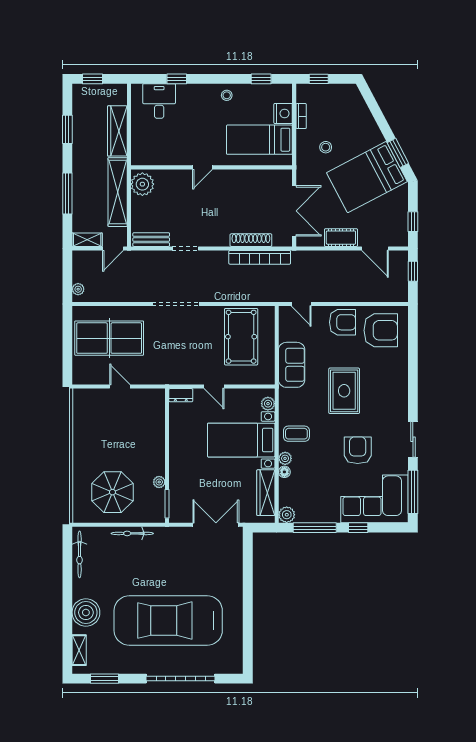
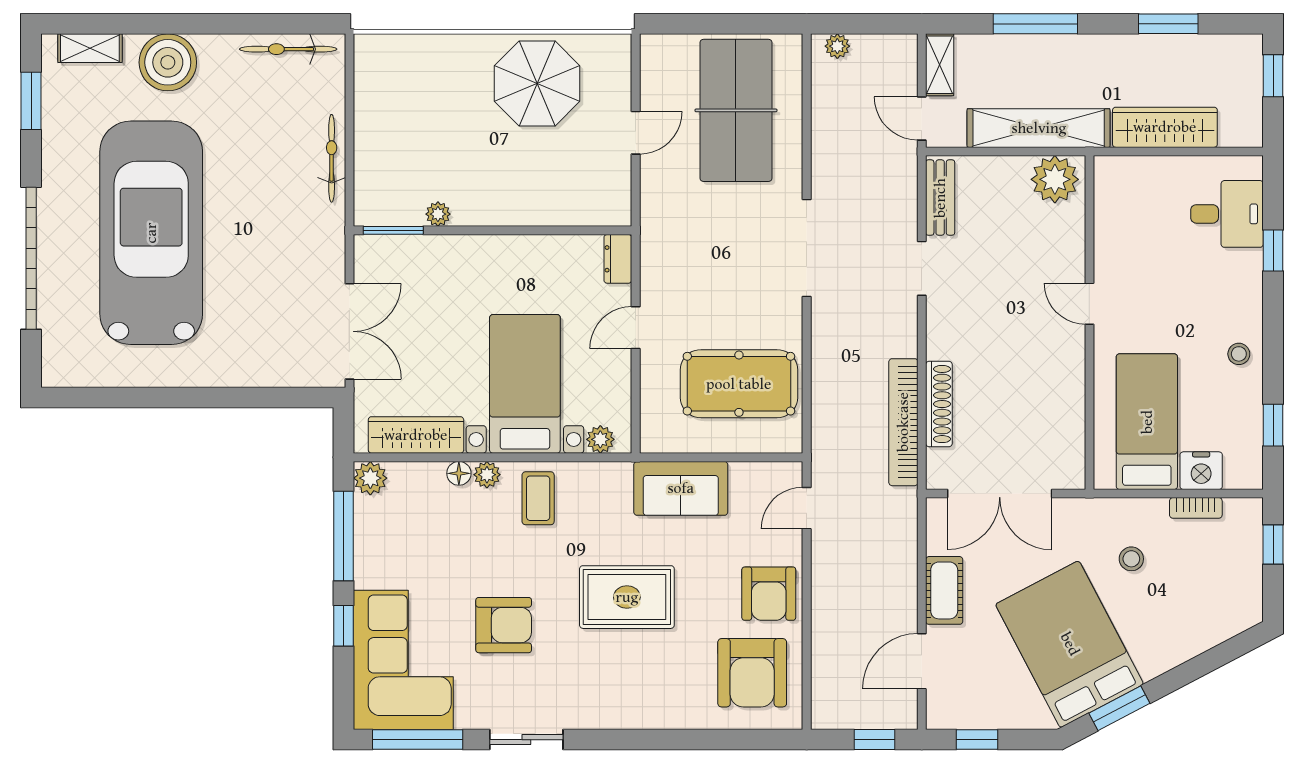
parasol: (112, 492) -> (537, 83), moved

